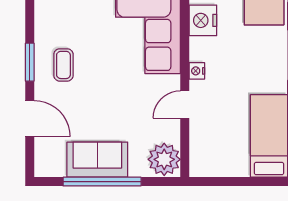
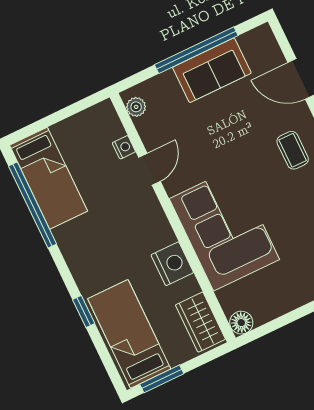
nightstand: (197, 71) -> (124, 147), moved
plant: (164, 159) -> (136, 107), width x0.53, depth x0.53

